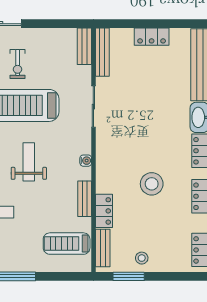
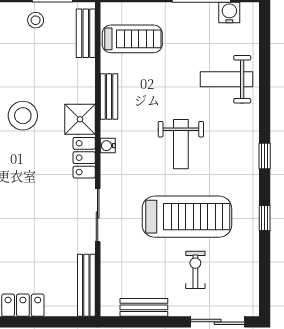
bench: (84, 46) -> (144, 307), moved, turned 90
shower: (107, 181) -> (80, 119), added
locker: (104, 211) -> (84, 158), moved

